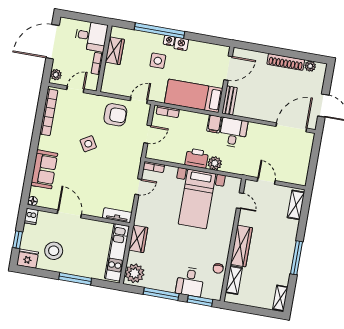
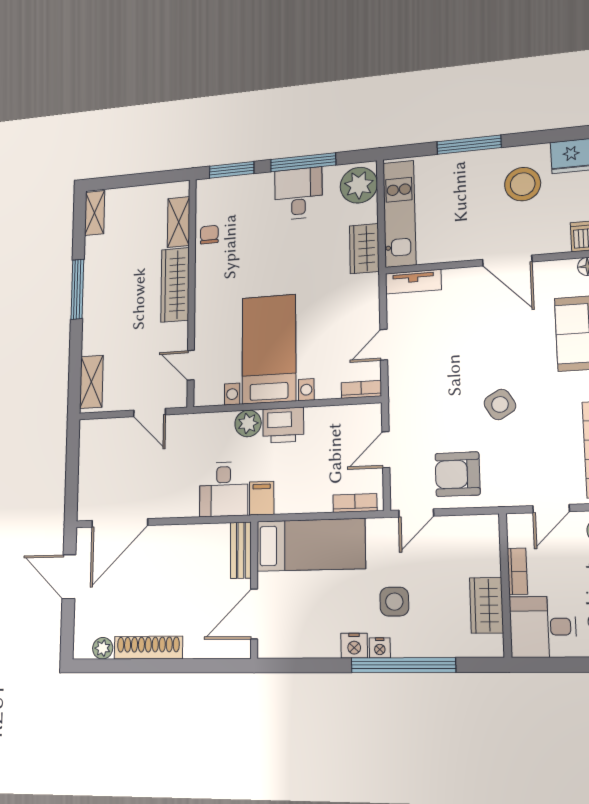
desk: (190, 282) -> (298, 193), moved

